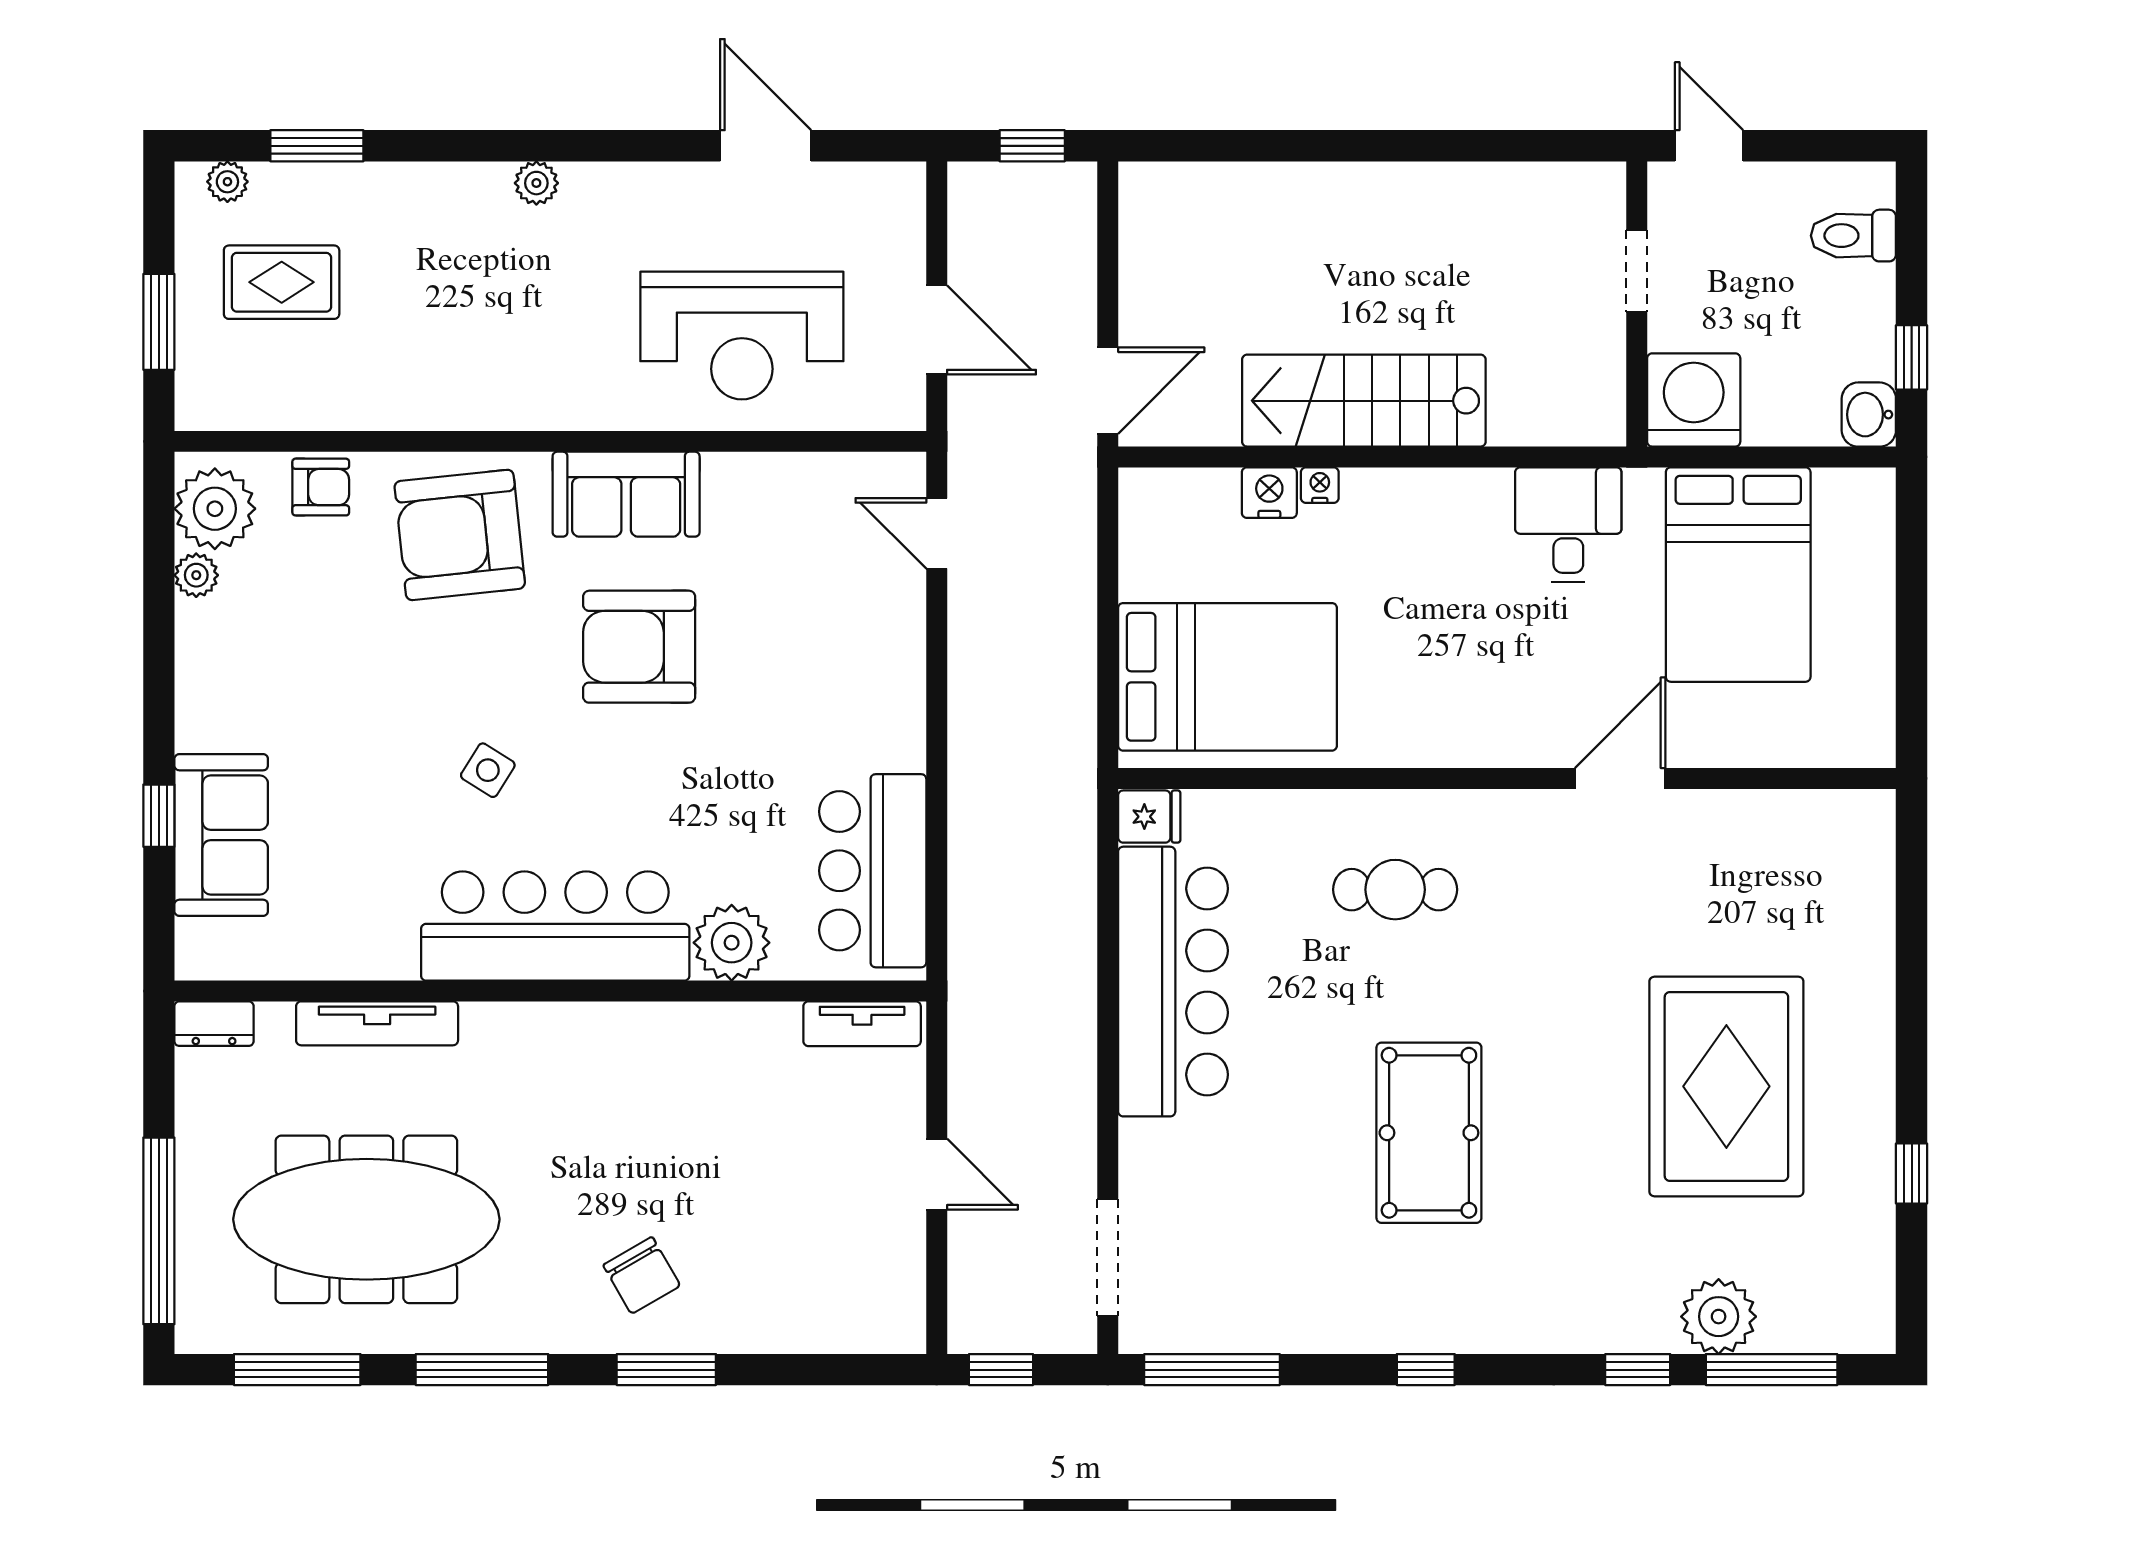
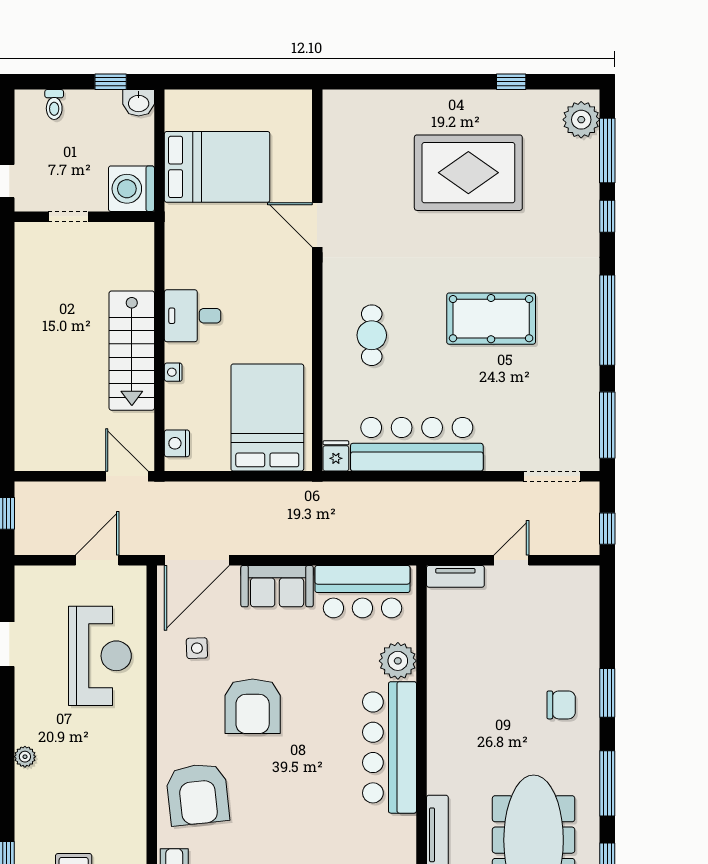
toilet: (1853, 236) -> (54, 105), width x0.73, depth x0.72
nightstand: (1269, 493) -> (177, 443), moved
sofa: (626, 494) -> (277, 586), moved, turned 90
desk: (1568, 525) -> (193, 316), moved
door: (937, 533) -> (197, 560), width x1.87
side table: (488, 770) -> (197, 648), moved, turned -34
tv unit: (862, 1024) -> (455, 576), moved, turned 90
chair: (642, 1275) -> (561, 705), turned 30
plant: (1719, 1317) -> (581, 120), moved
window: (1426, 1370) -> (607, 320), width x3.17

